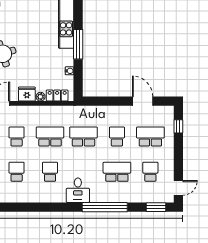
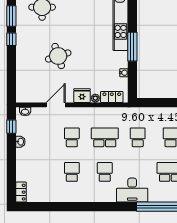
school desk: (83, 137) -> (138, 137), width x0.54
desk: (78, 190) -> (132, 190), width x1.37

